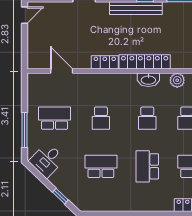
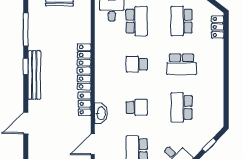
washbasin: (148, 80) -> (101, 113), moved
plant: (177, 80) -> (101, 36), removed
school desk: (147, 118) -> (137, 64), turned 180

